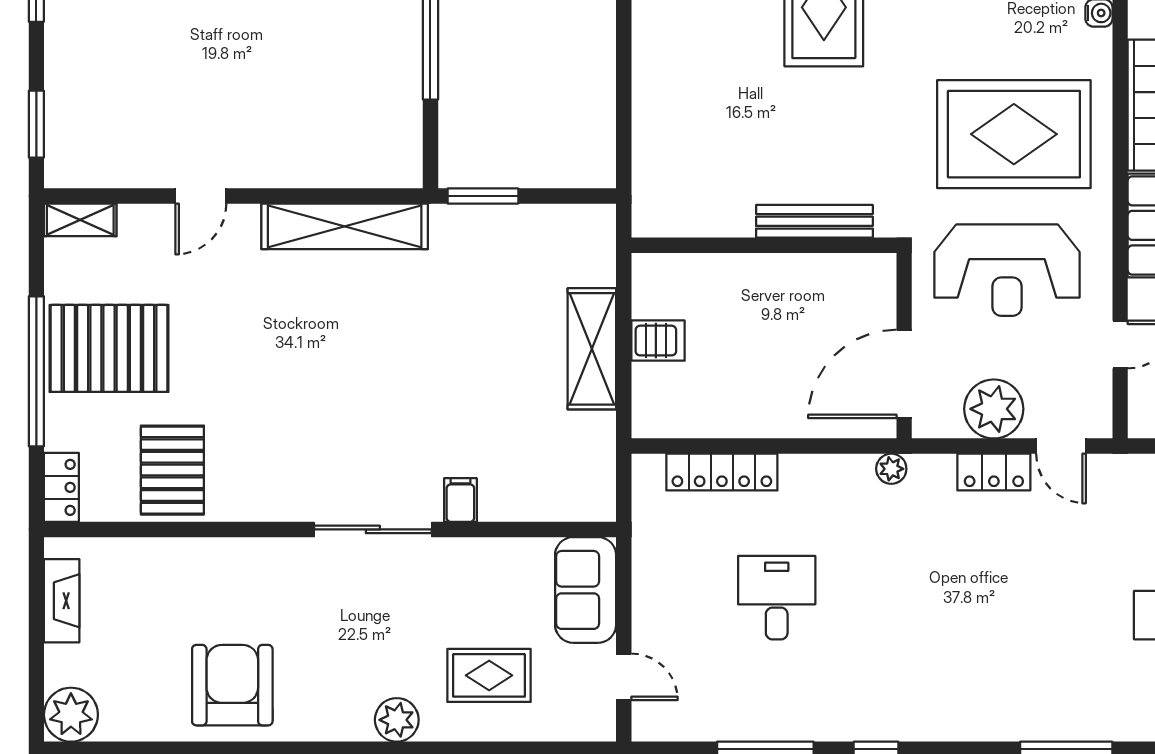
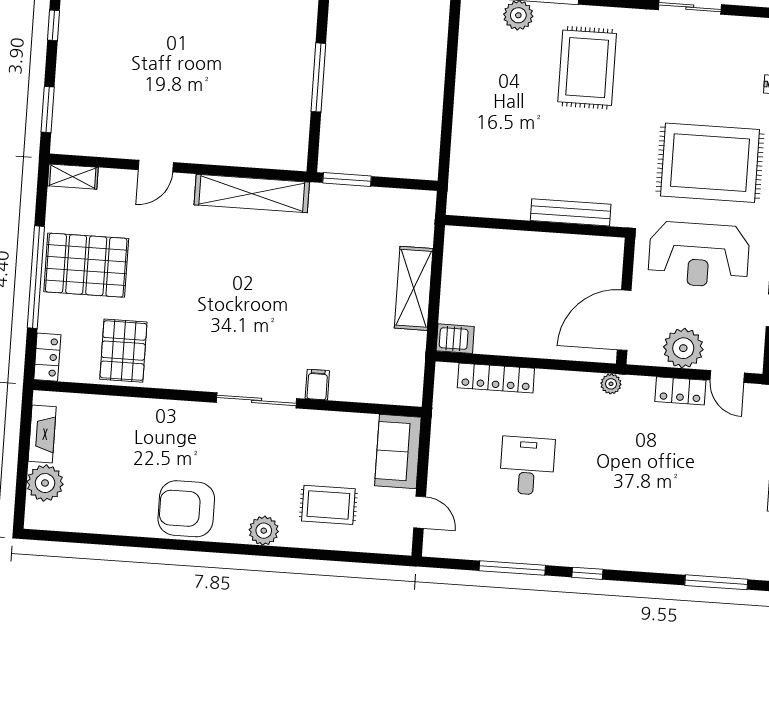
server rack: (658, 341) -> (455, 339), moved
armchair: (232, 685) -> (186, 509), moved, turned -90
plant: (71, 715) -> (45, 483), moved

